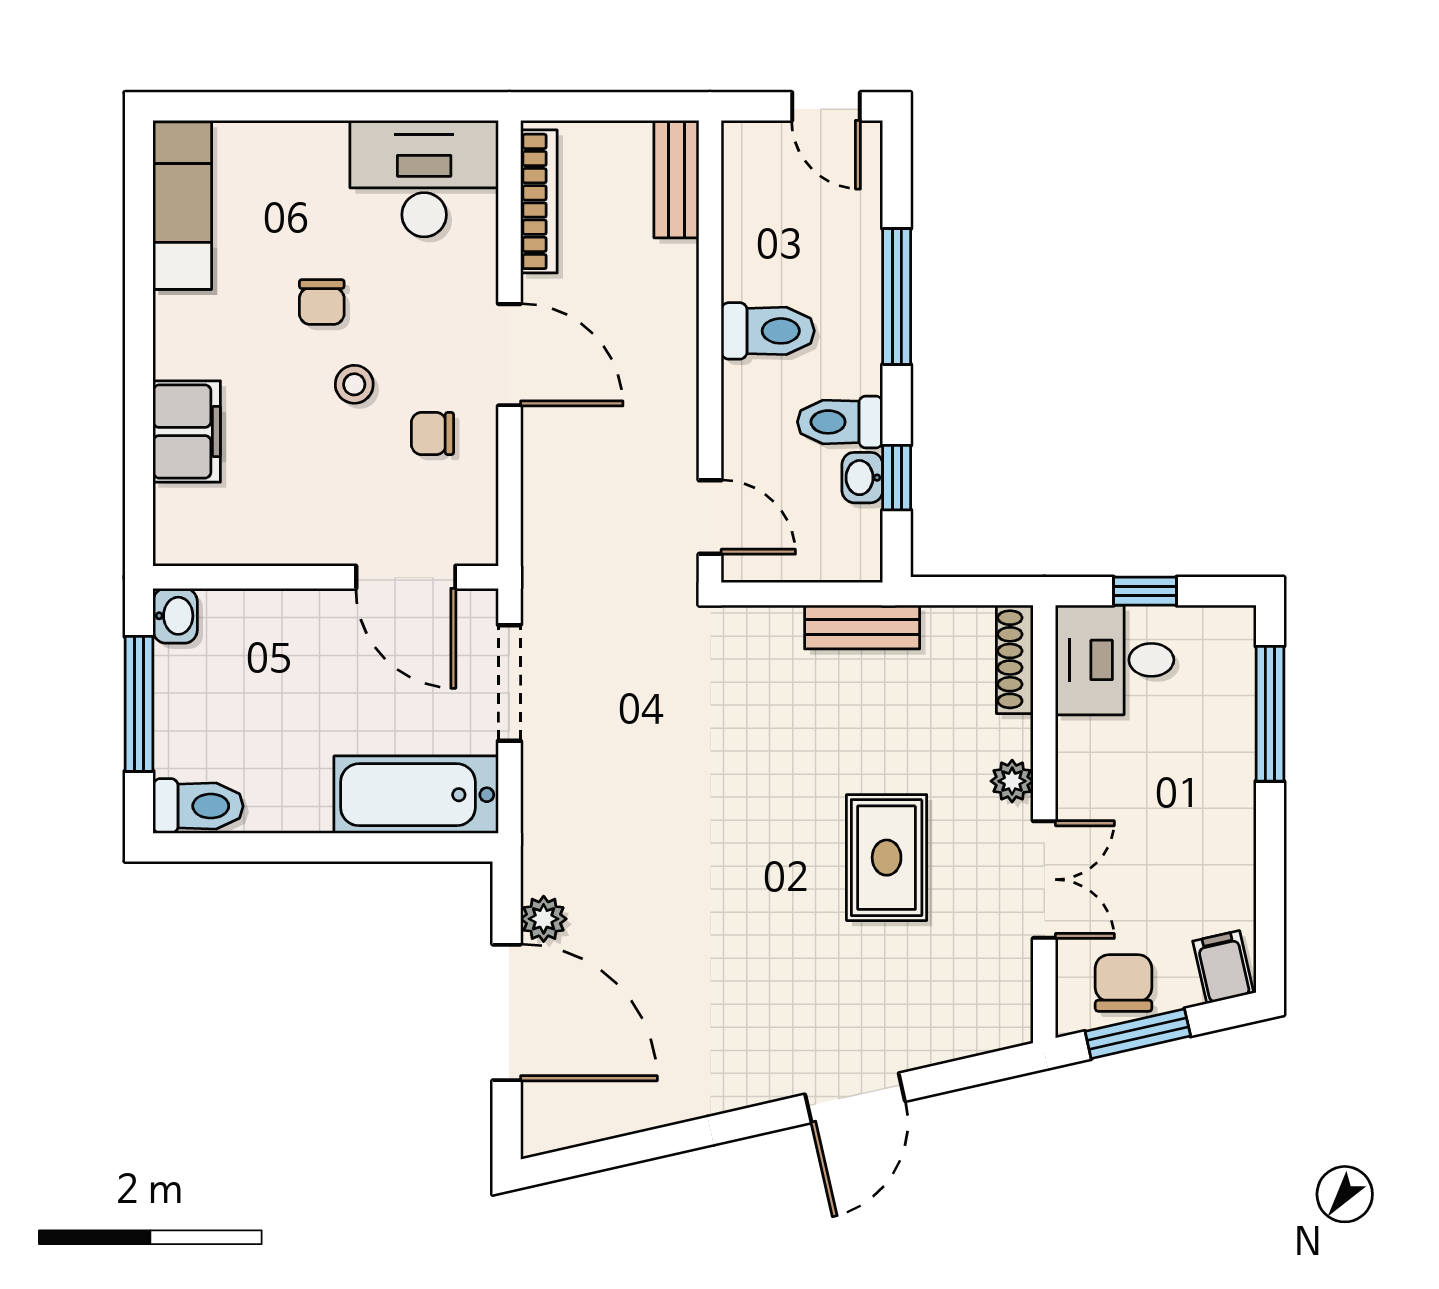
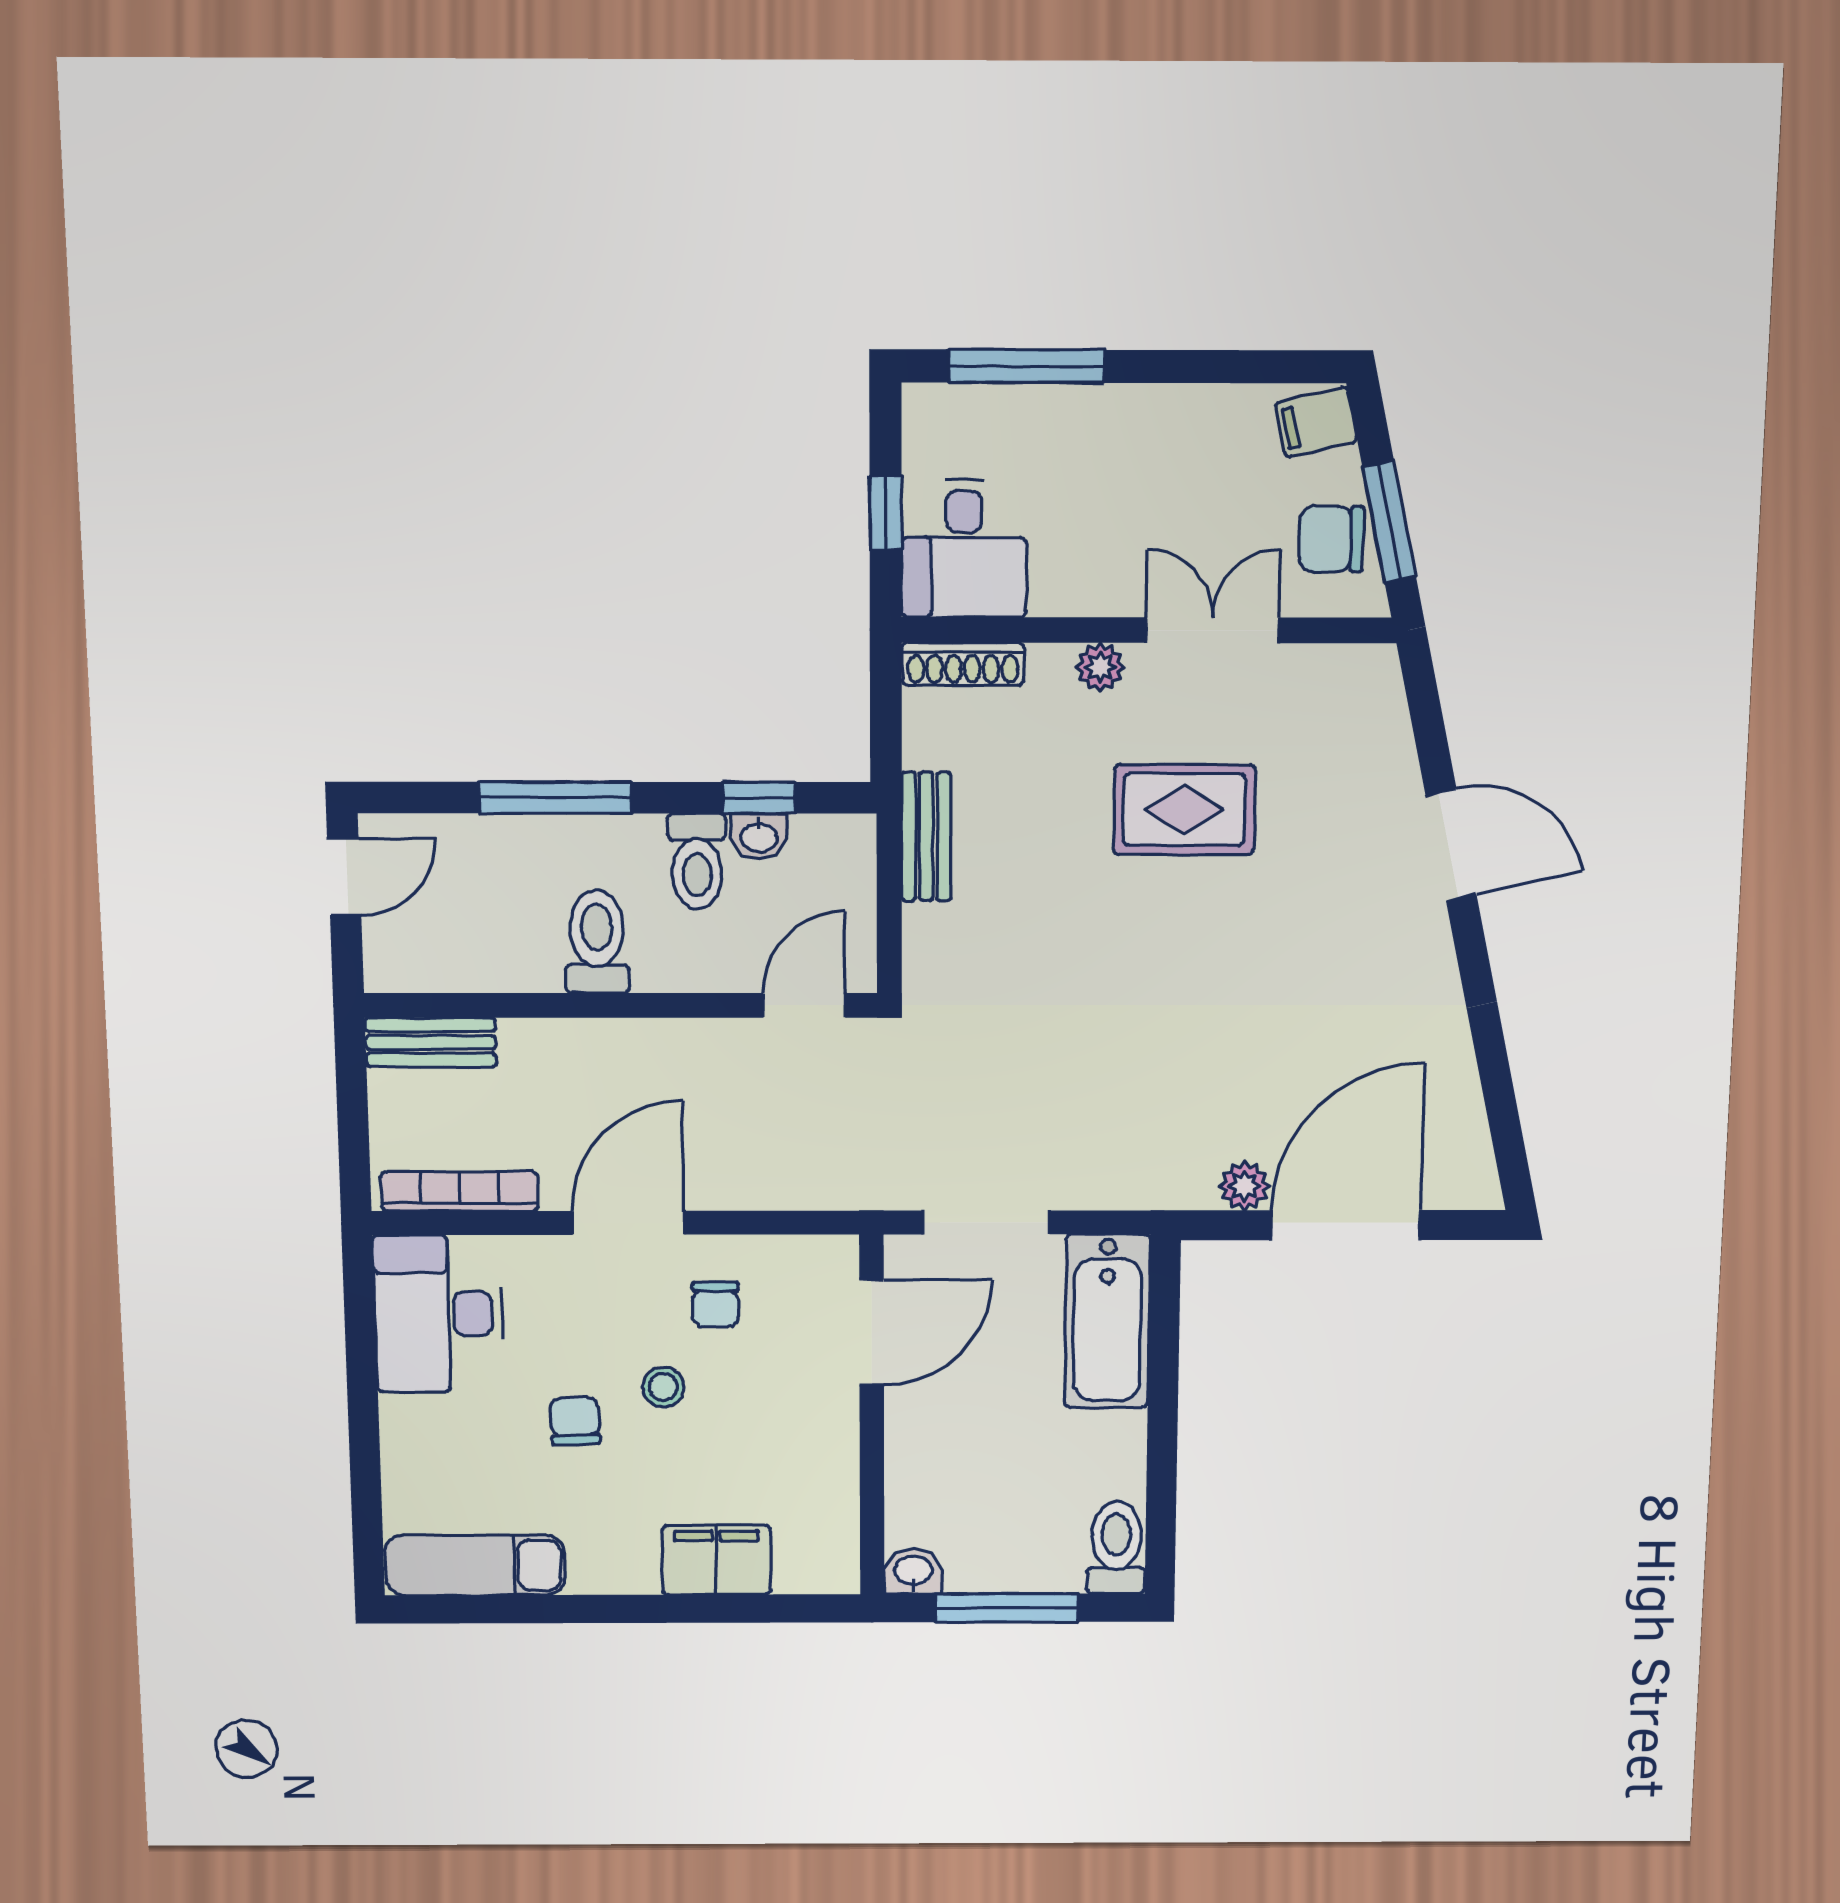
chair: (322, 302) -> (575, 1421), turned -92

